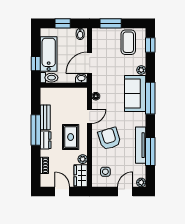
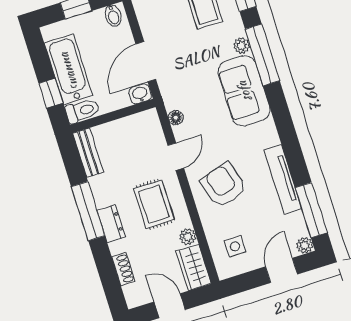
window: (150, 98) -> (262, 55), moved
bench: (45, 117) -> (88, 153), moved
window: (150, 151) -> (311, 210), moved

